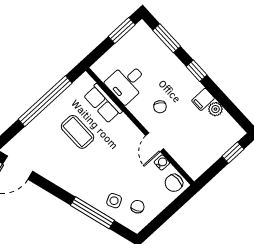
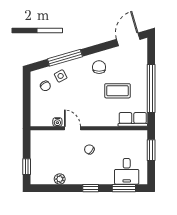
window: (122, 31) -> (151, 150), moved
desk: (127, 83) -> (127, 171), moved, turned 180
filing cabinet: (203, 99) -> (71, 177), removed
row of seats: (103, 103) -> (133, 119), moved
chair: (174, 183) -> (99, 67), moved

